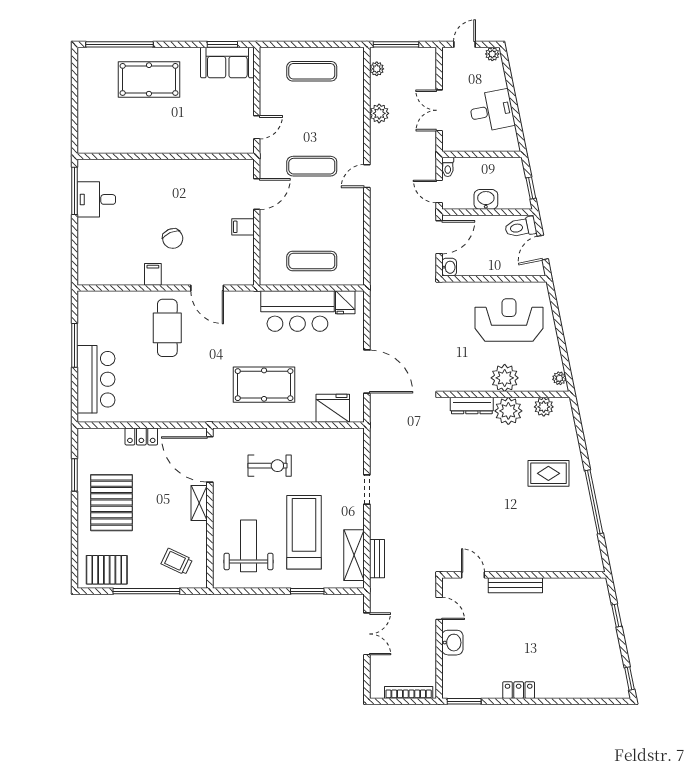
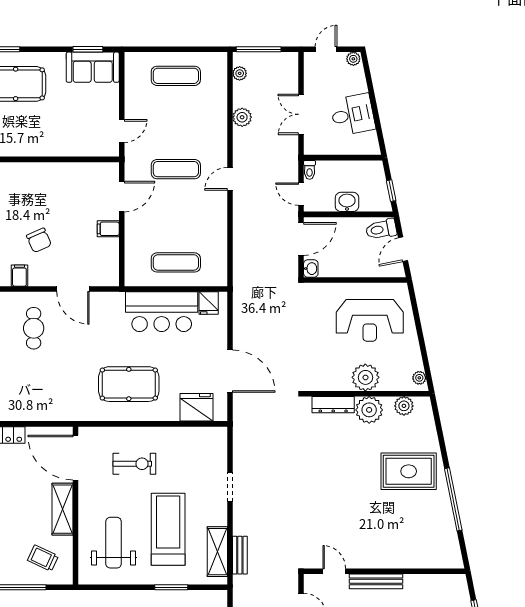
reception desk: (509, 320) -> (370, 320), turned 180
cafe table: (167, 328) -> (34, 328), width x0.73, depth x0.74
rug: (548, 473) -> (409, 471), width x1.36, depth x1.43
shelving: (199, 503) -> (62, 509), width x1.50, depth x1.33

